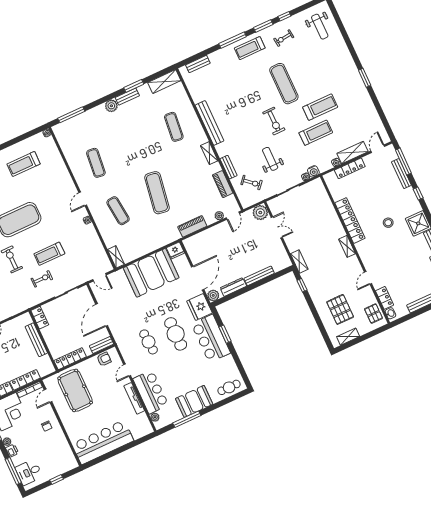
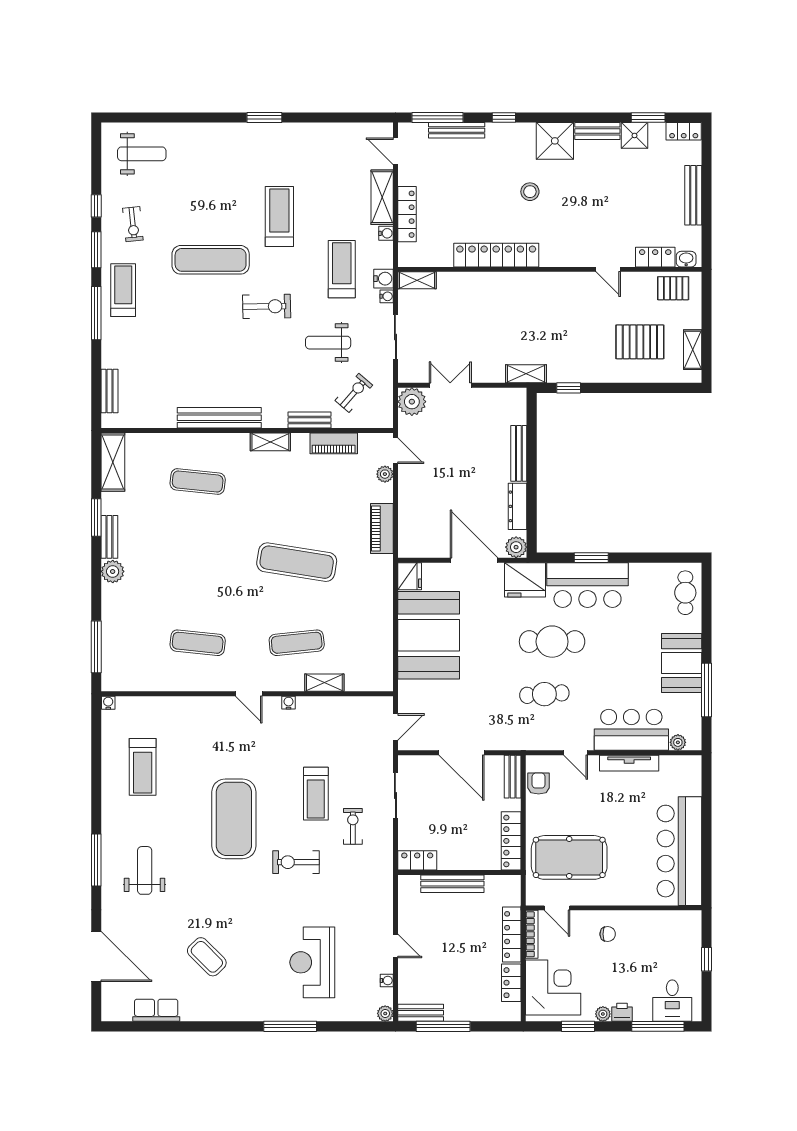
treadmill: (250, 48) -> (123, 290), turned 180
treadmill: (316, 133) -> (342, 269), moved
shelving: (347, 246) -> (417, 280), moved
shelving: (116, 257) -> (324, 683), moved

